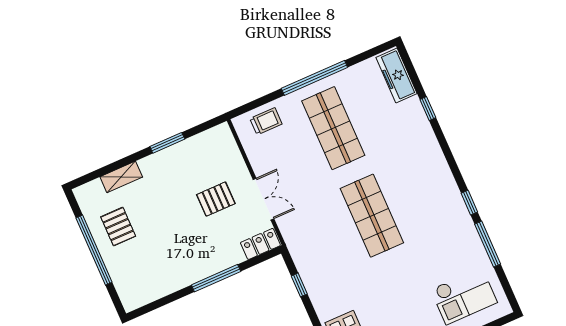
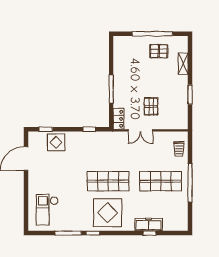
freezer: (397, 76) -> (149, 225), moved
display table: (425, 193) -> (108, 213), added

